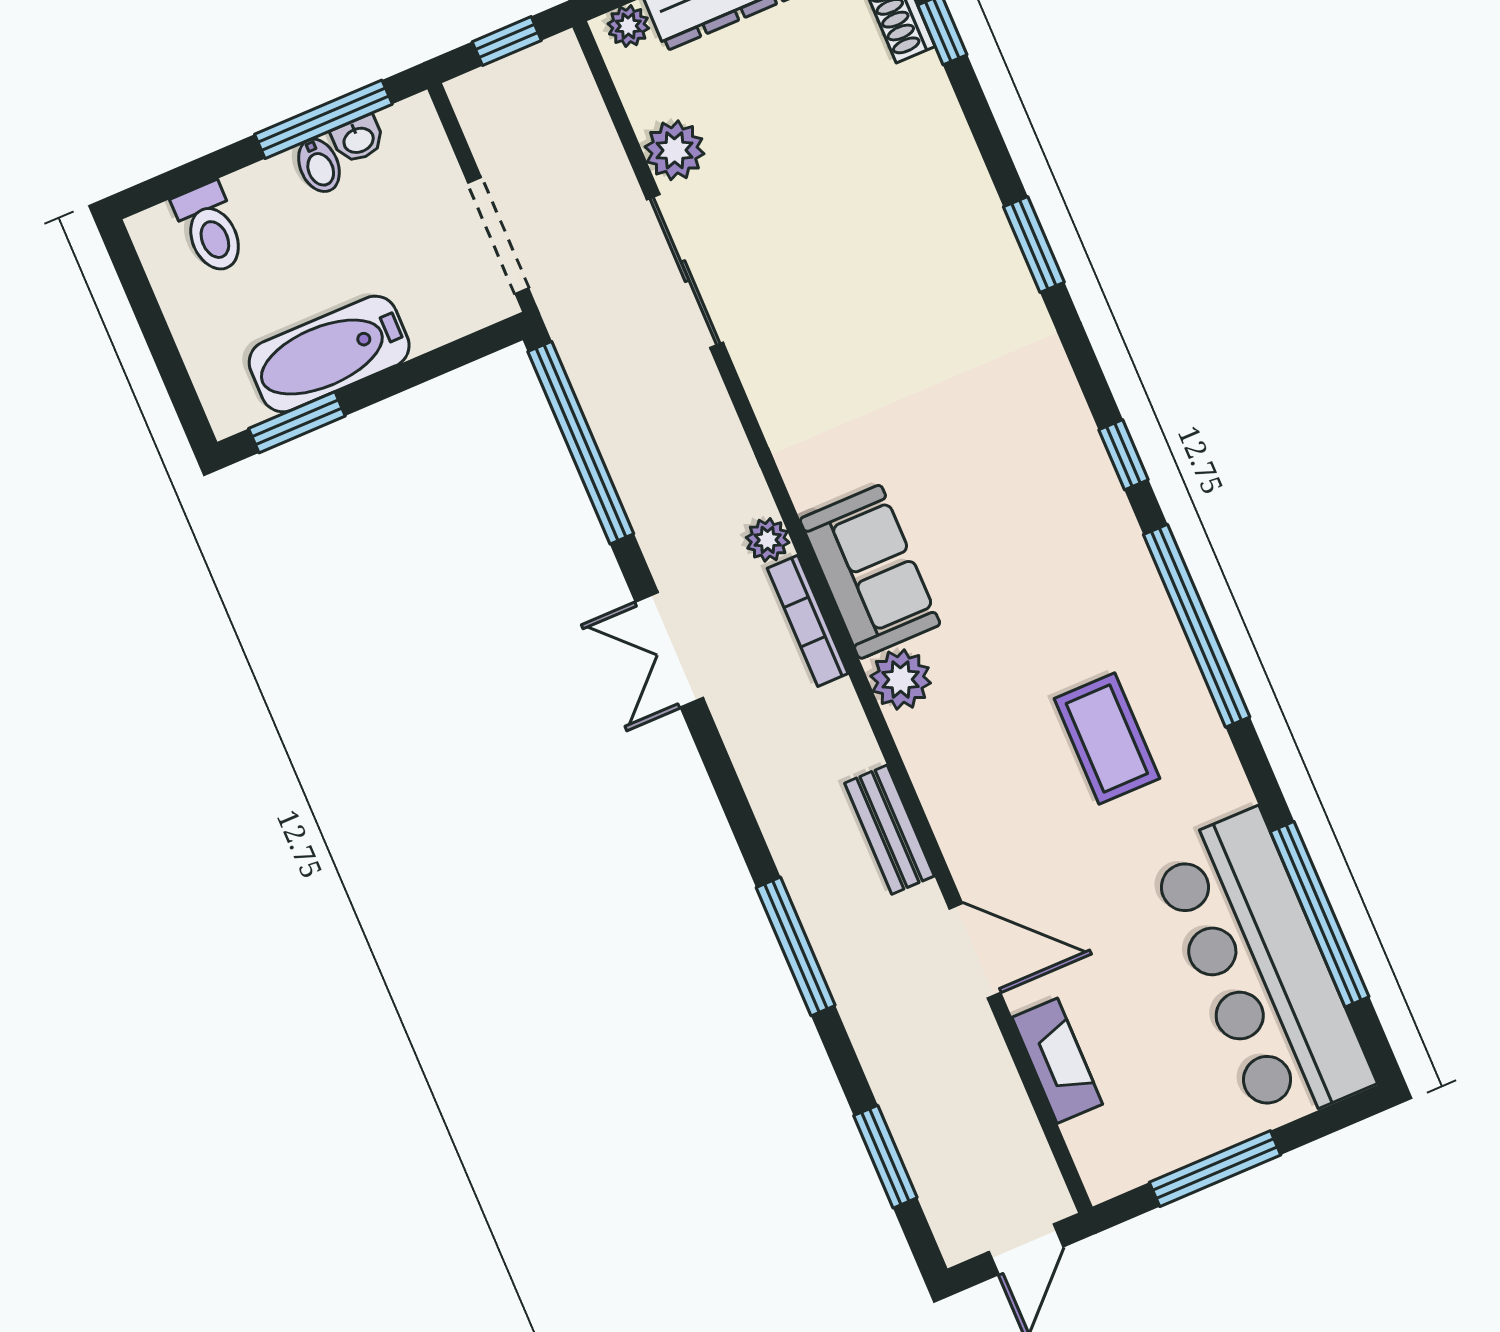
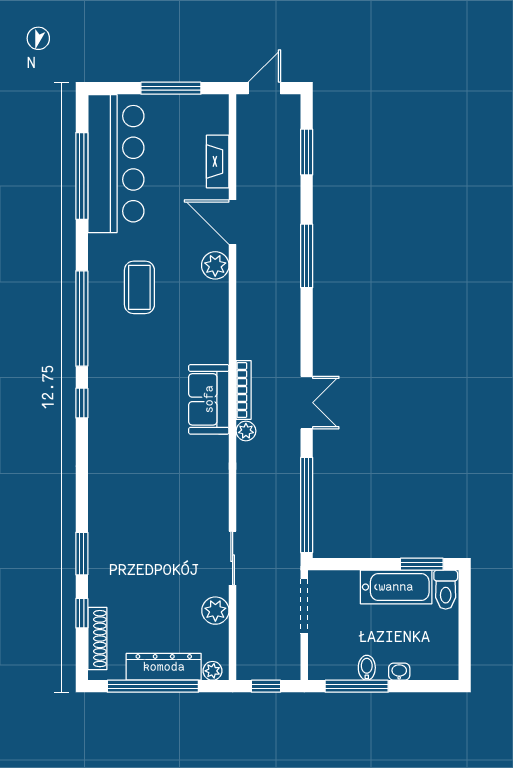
washbasin: (358, 139) -> (399, 672), moved
toilet: (210, 228) -> (446, 590), moved, turned 180
window: (1034, 244) -> (82, 554), moved
sliding door: (685, 271) -> (233, 558), width x0.73
plant: (901, 680) -> (215, 265), moved
bench: (890, 830) -> (247, 288), removed

